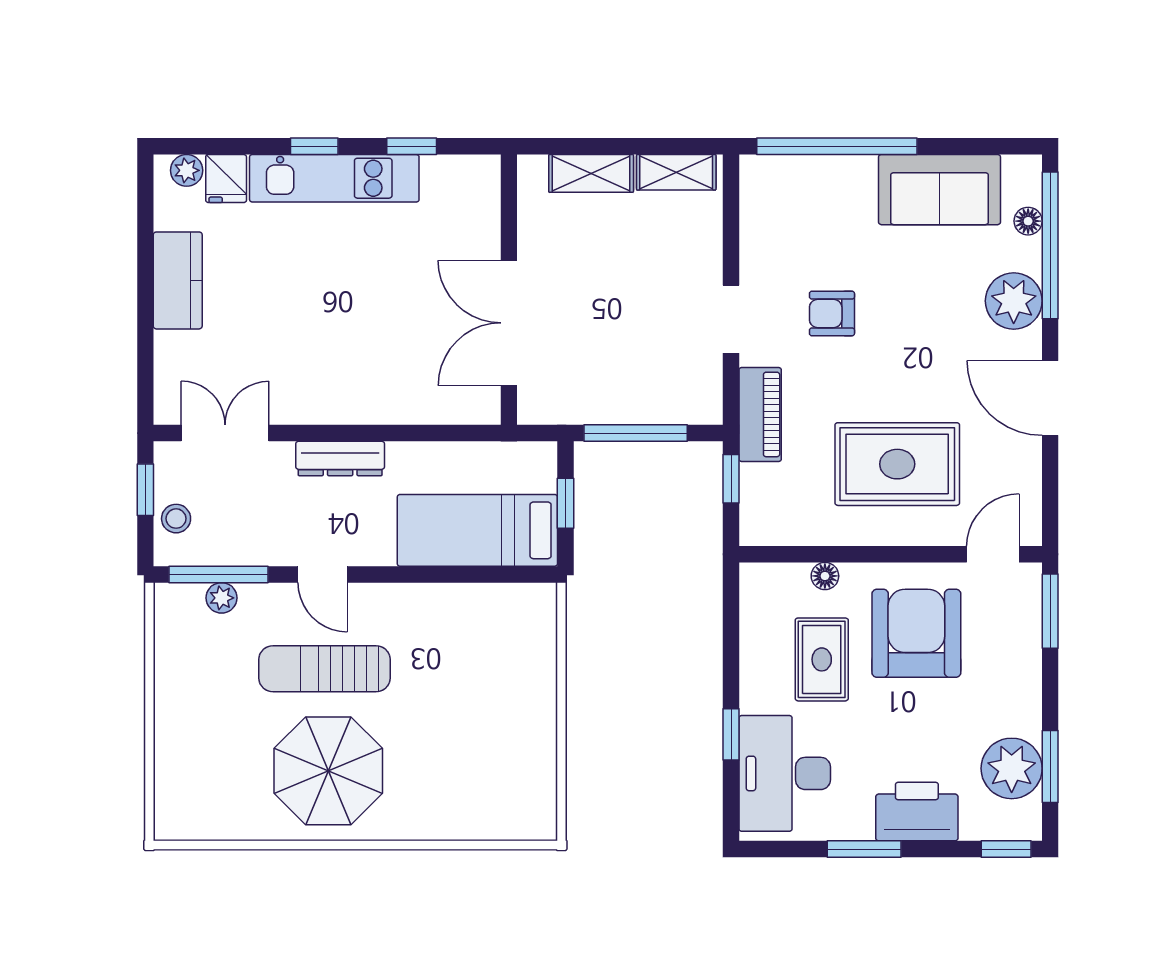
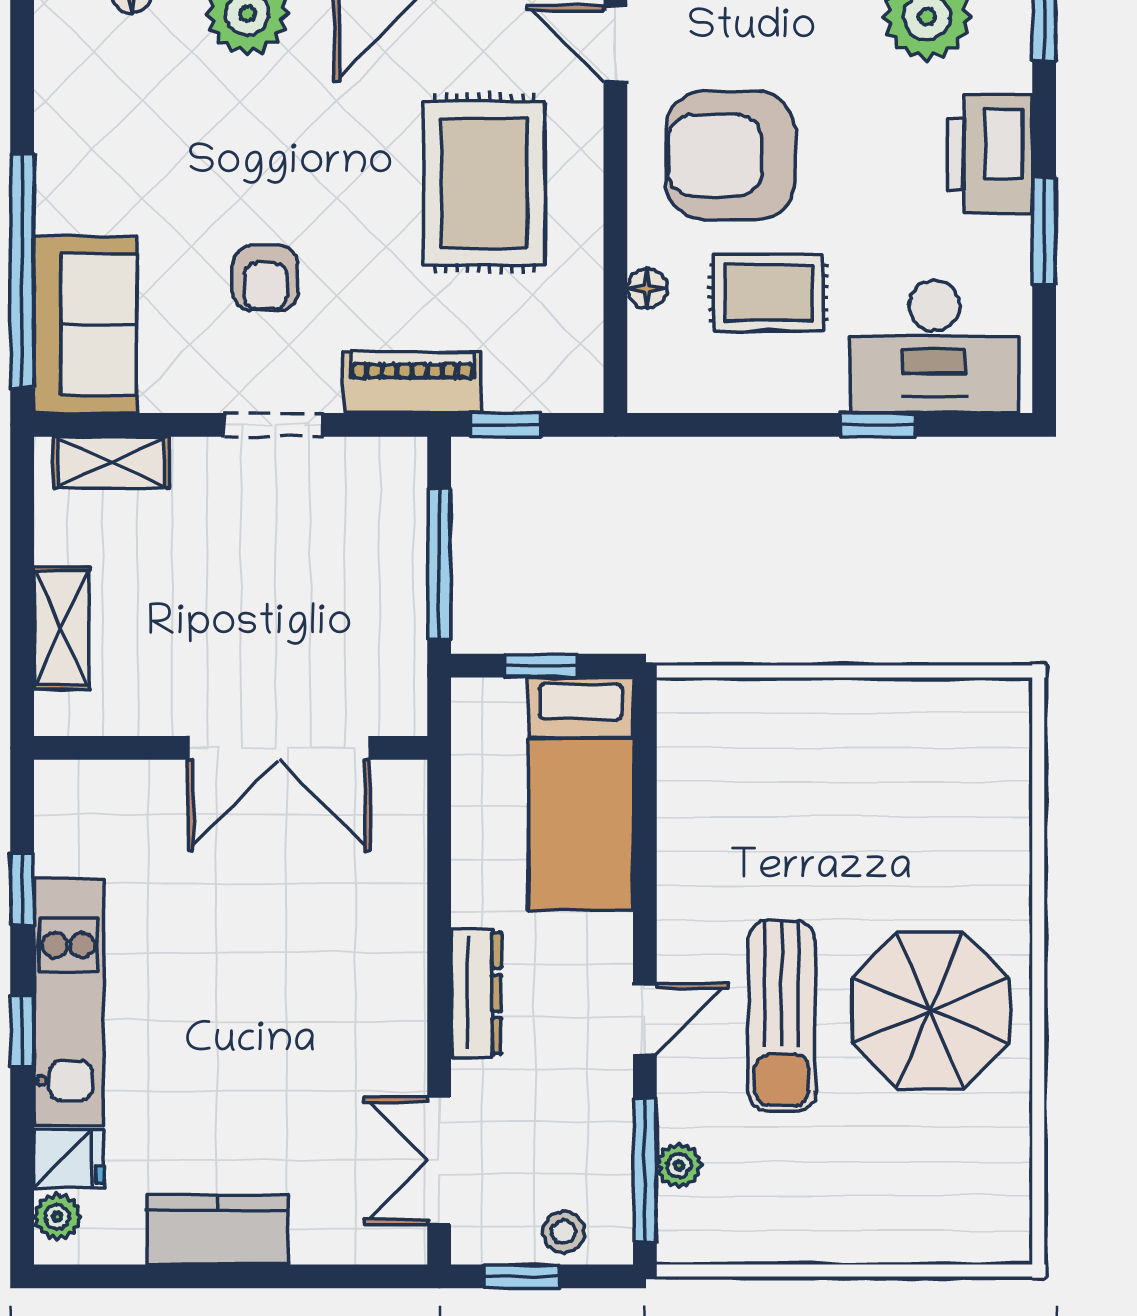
shelving: (676, 172) -> (111, 463), moved, turned 90
sofa: (939, 190) -> (85, 325), moved

